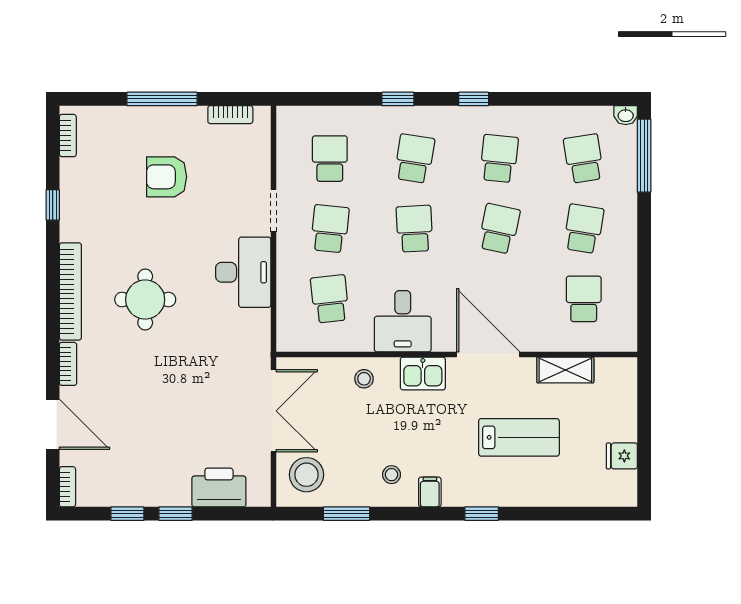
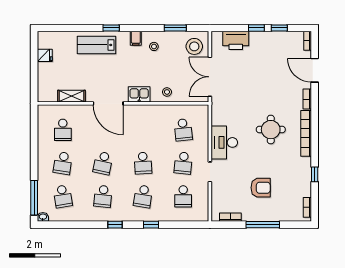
desk: (403, 321) -> (149, 119), removed
lab bench: (519, 437) -> (97, 45), moved

